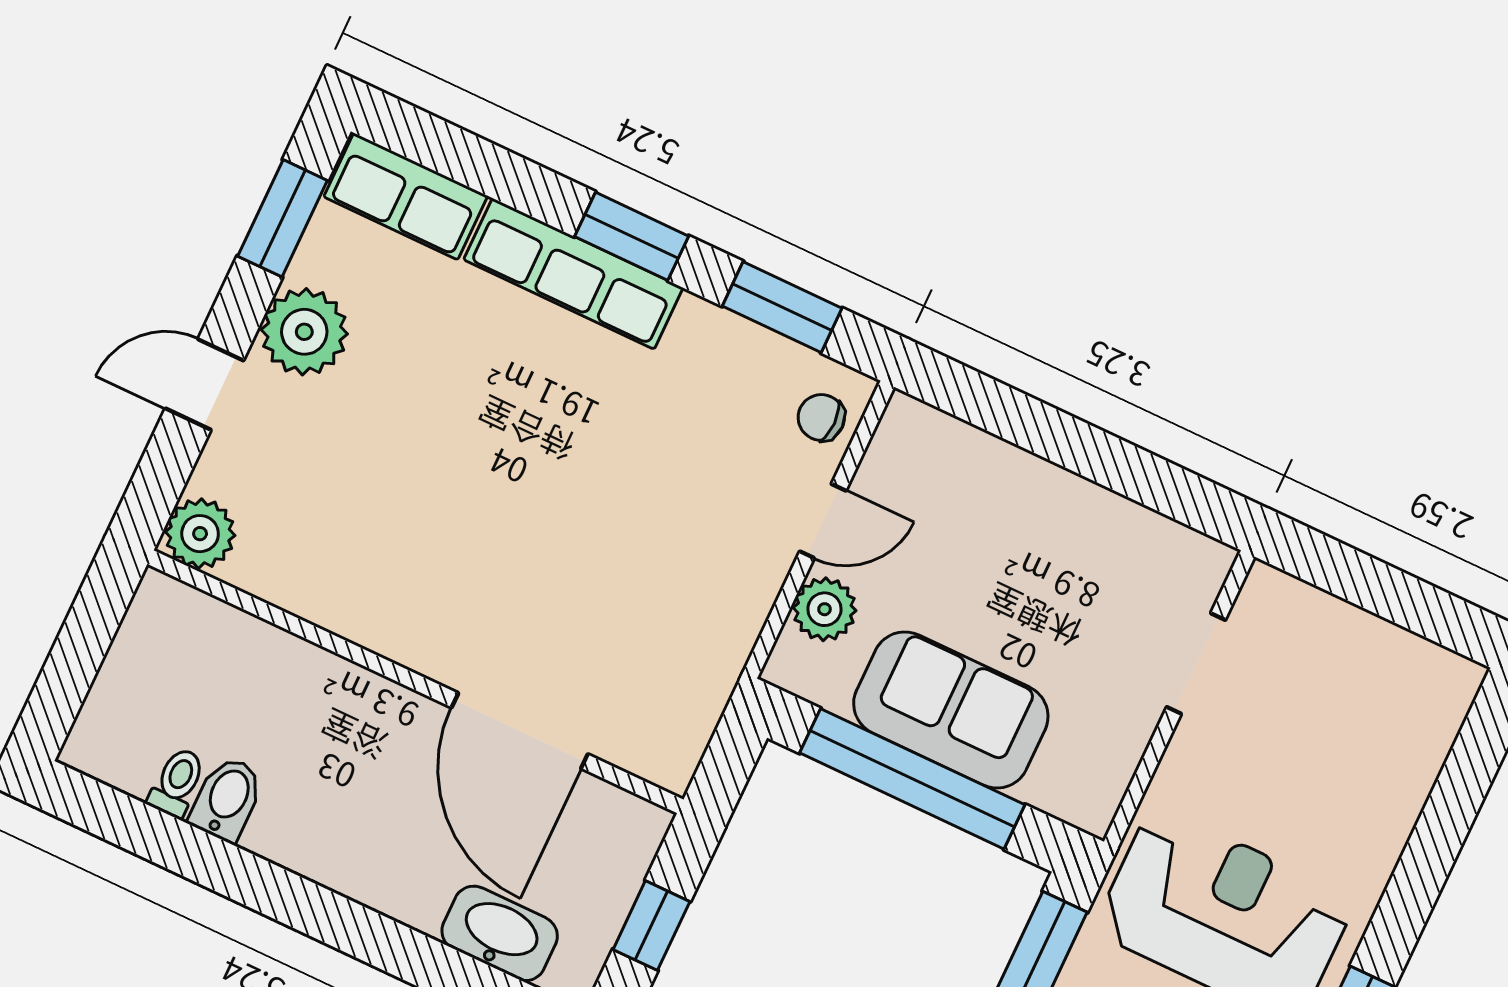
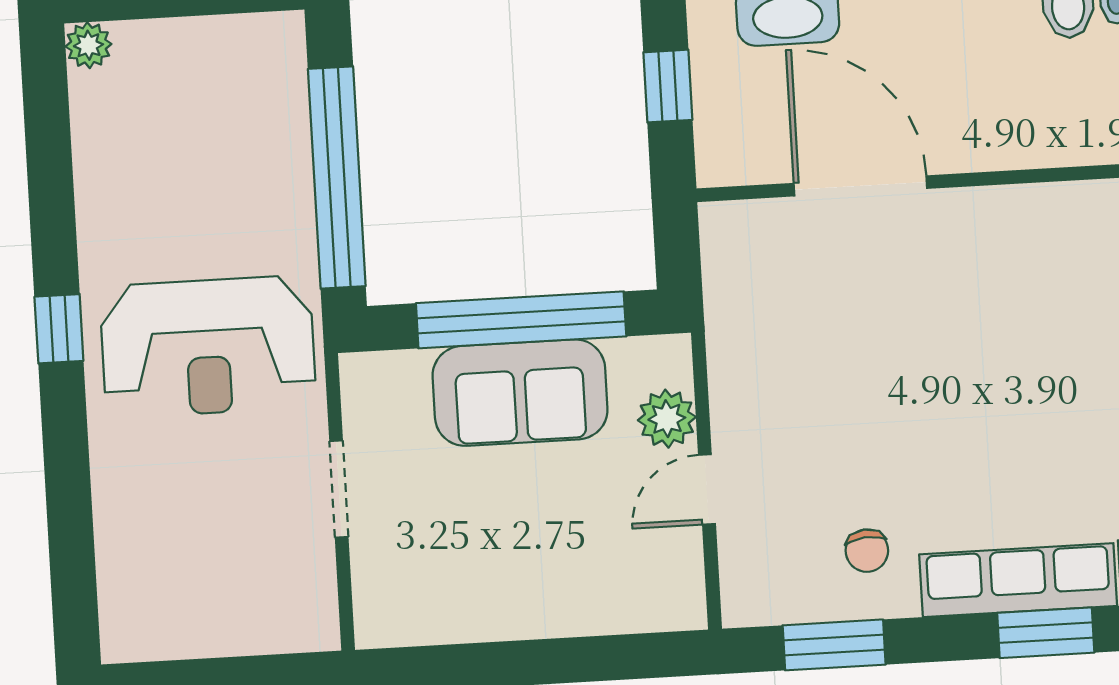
window: (632, 236) -> (1046, 633), moved
chair: (821, 417) -> (867, 551), moved, turned 85
doorway: (1196, 664) -> (339, 489), moved

